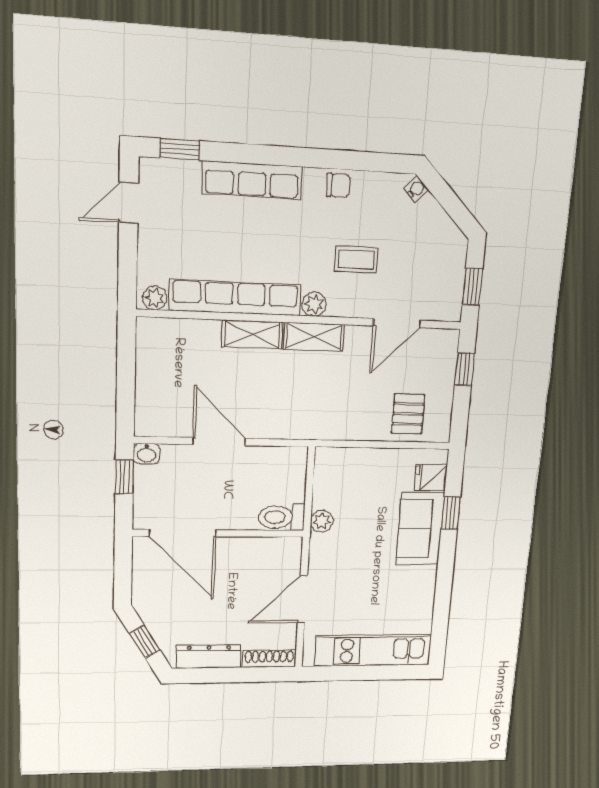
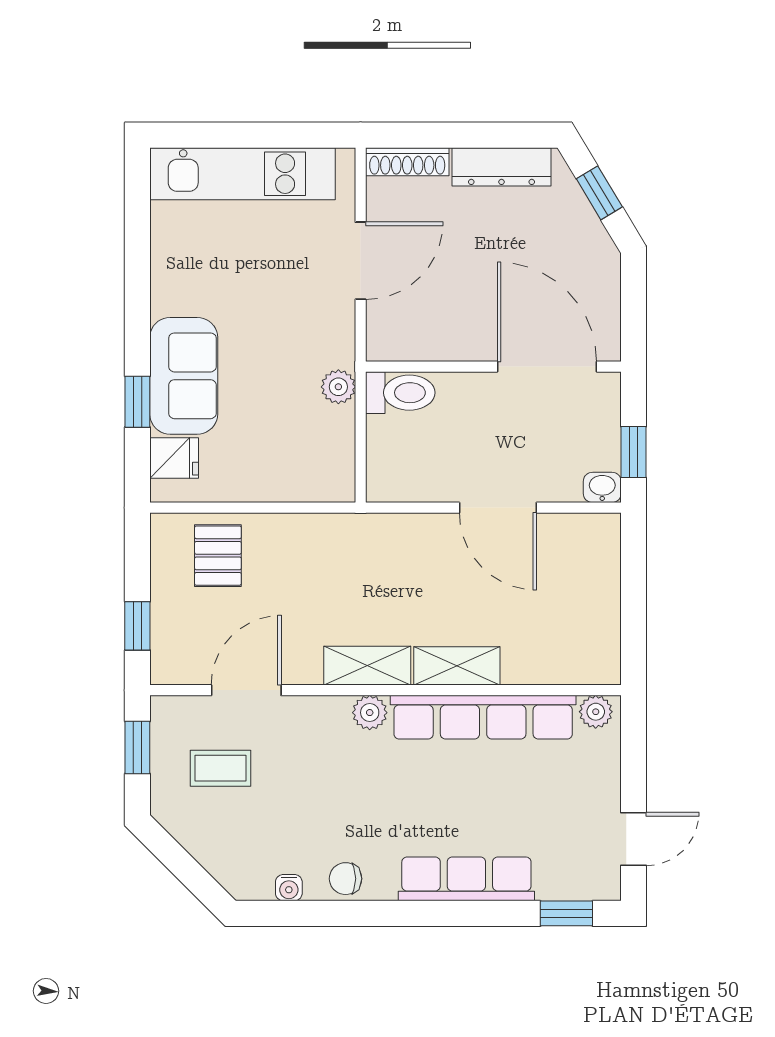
water cooler: (416, 189) -> (289, 888), moved, turned -45
coffee table: (356, 259) -> (221, 768), moved

